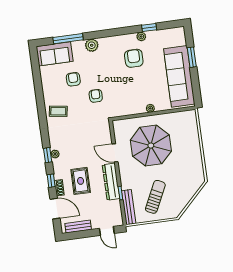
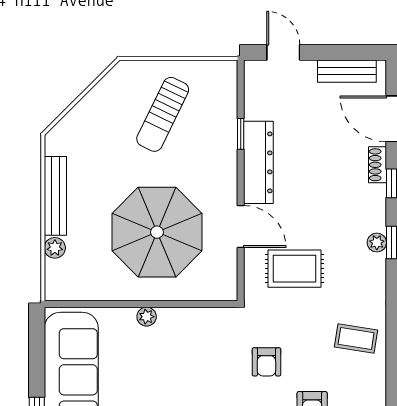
plant: (194, 133) -> (55, 248), added
rug: (81, 181) -> (294, 269), moved, turned 90
bench: (129, 207) -> (55, 196), moved

